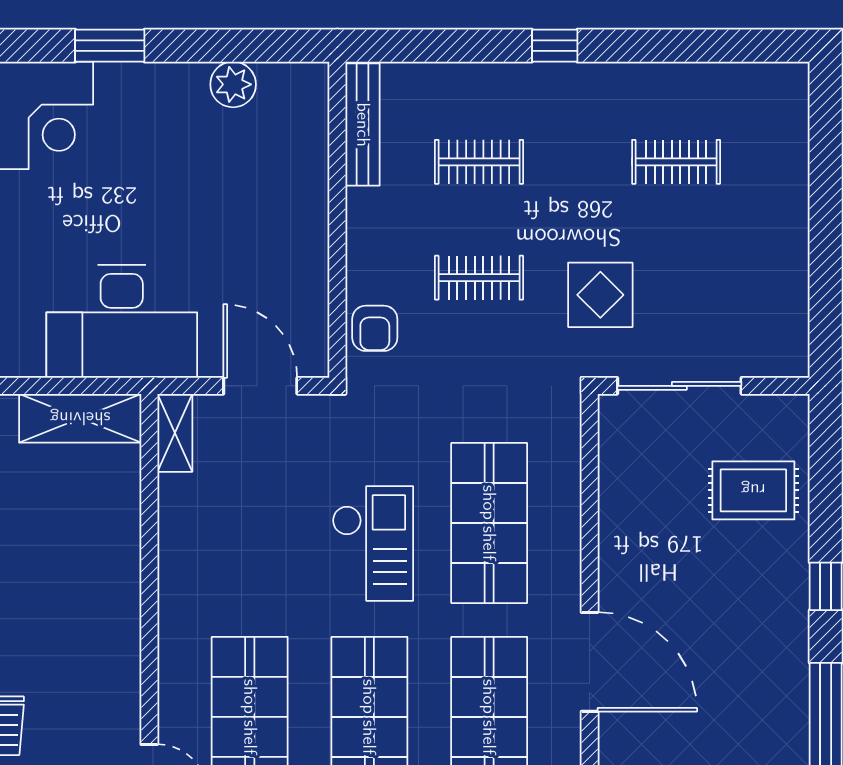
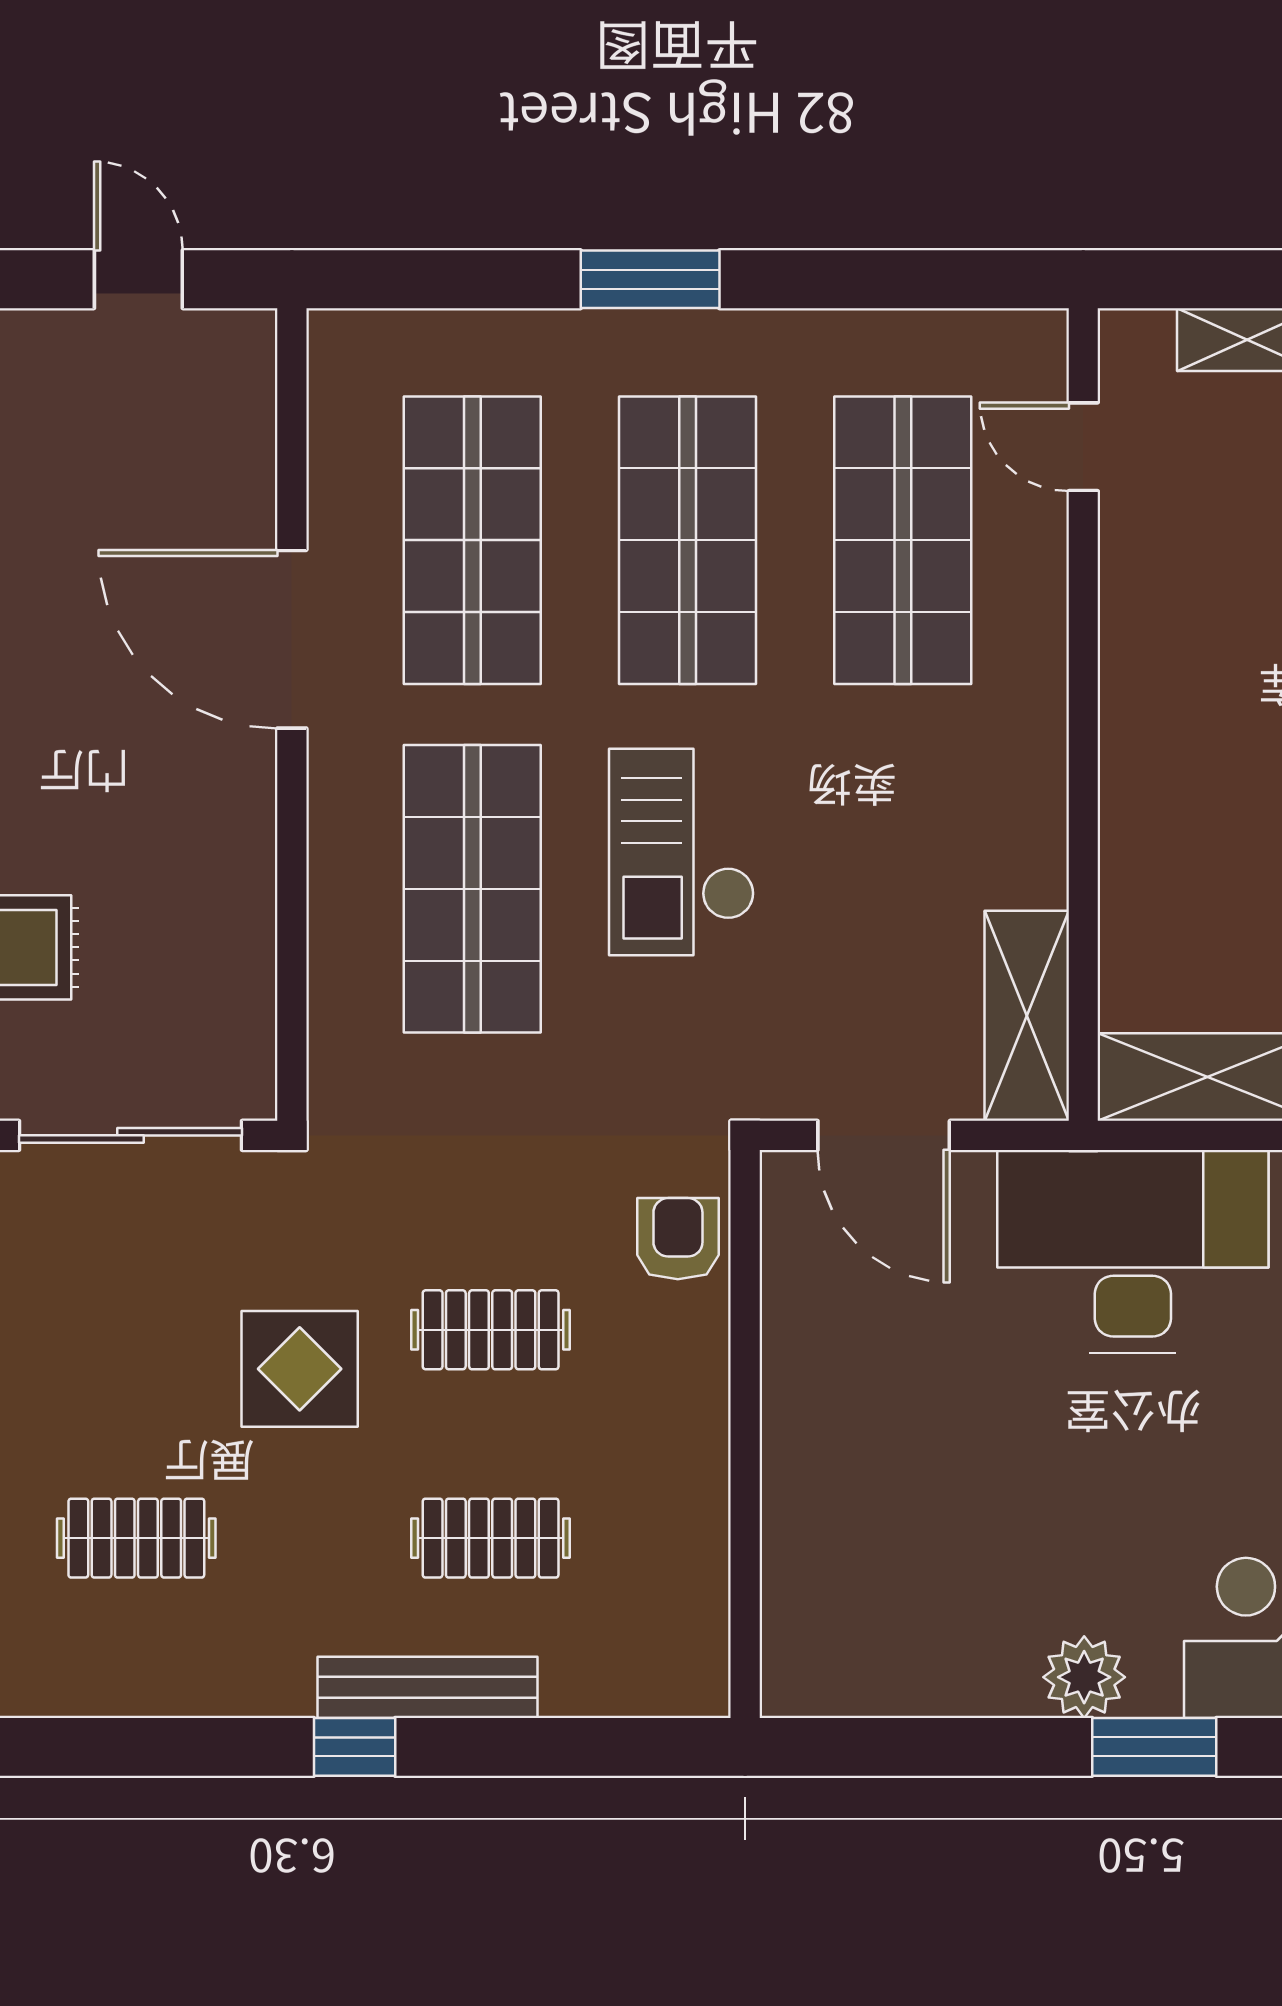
plant: (233, 84) -> (1084, 1677), moved
bench: (363, 125) -> (427, 1687), moved, turned 90
display table: (600, 295) -> (300, 1369), moved
shelving: (175, 433) -> (1027, 1016), width x1.50, depth x1.33

